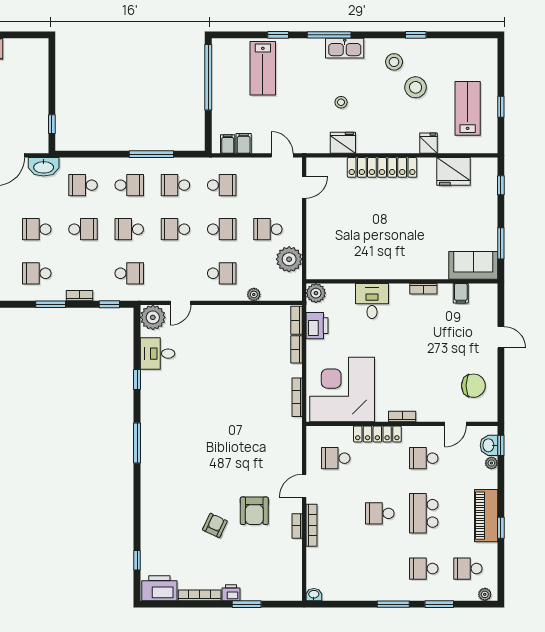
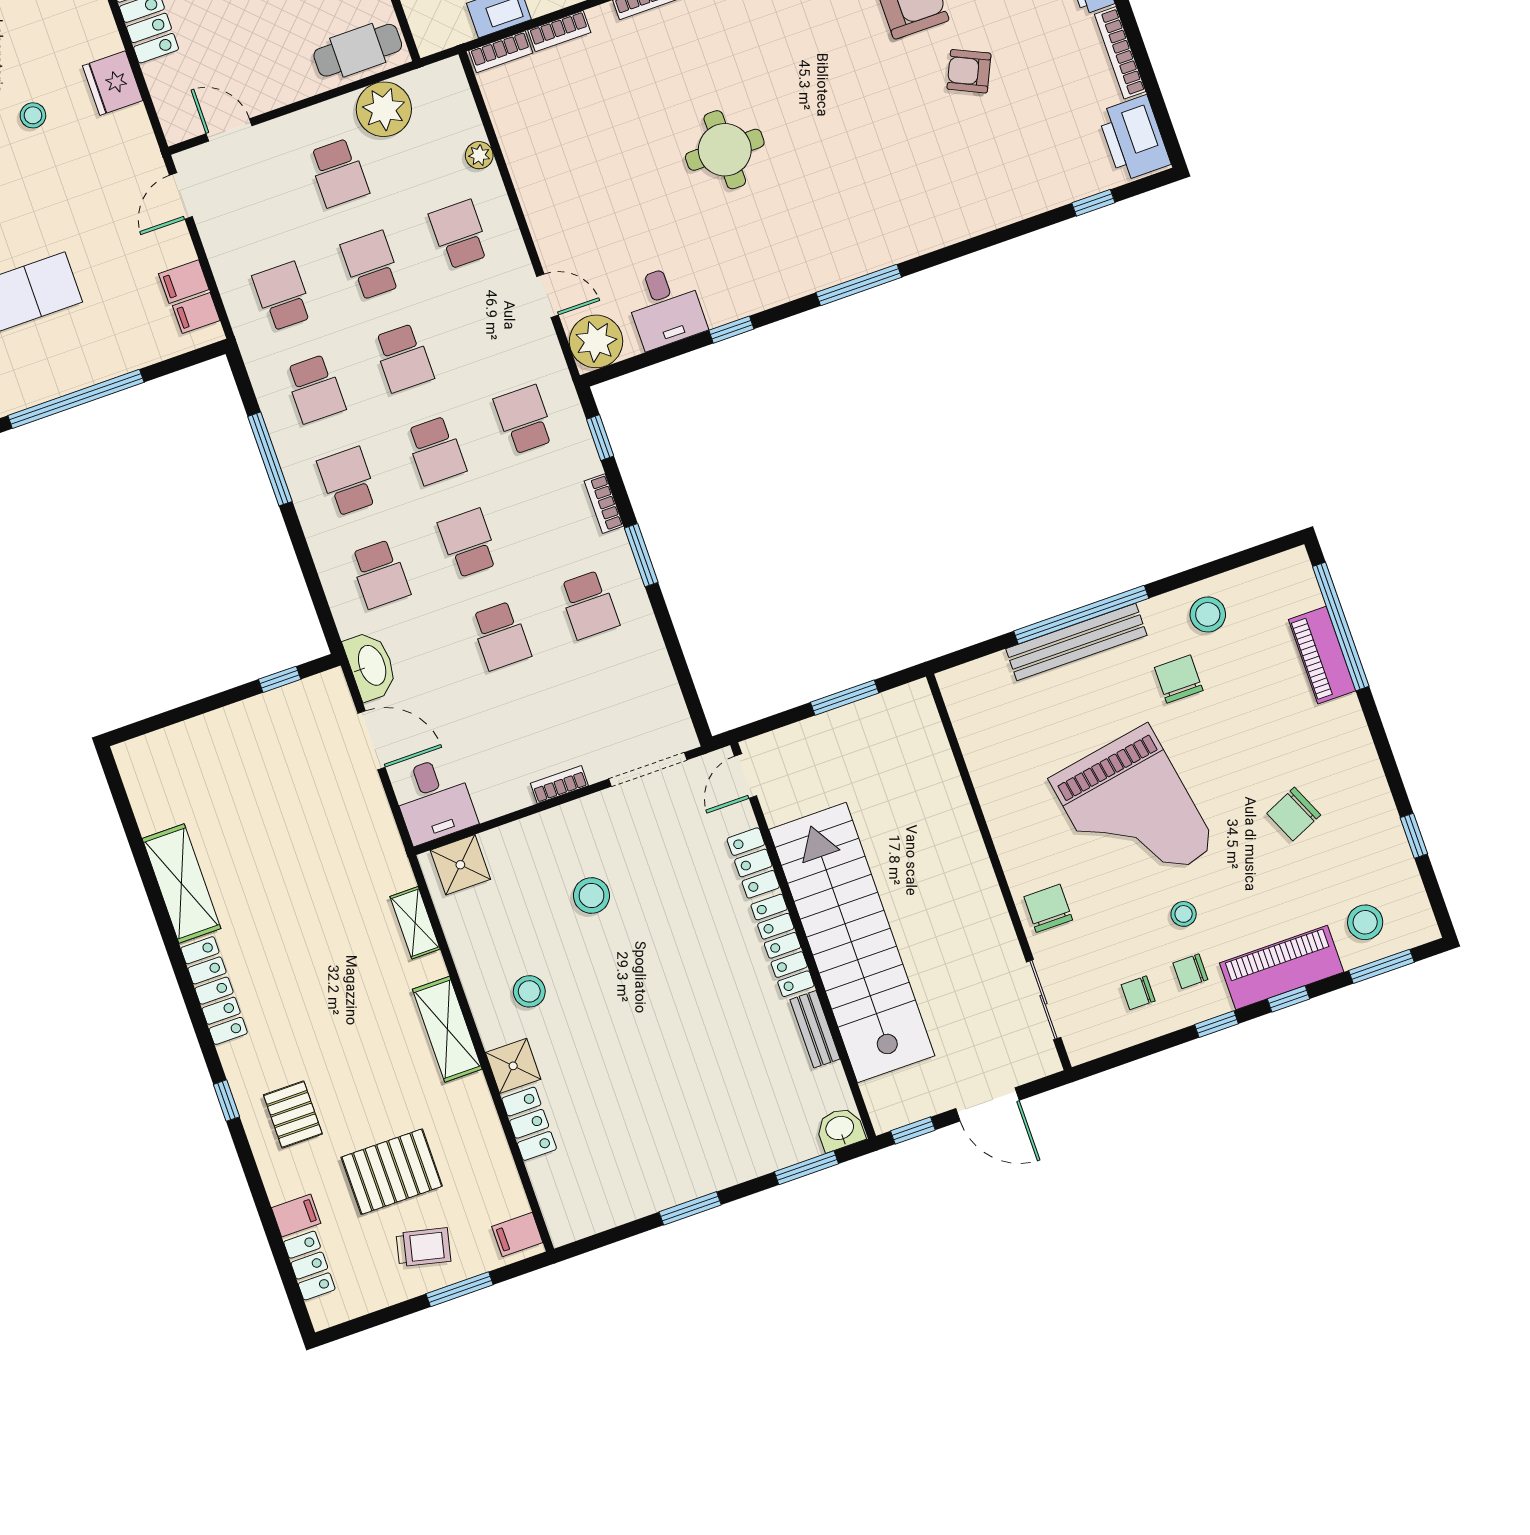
cafe table: (319, 257) -> (358, 50), added
plant: (316, 293) -> (433, 32), removed
round table: (218, 405) -> (725, 150), added

